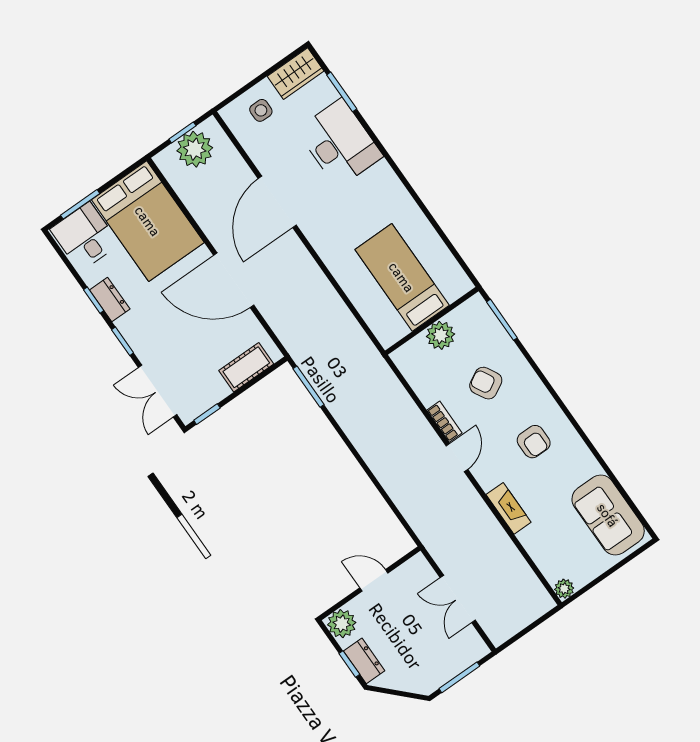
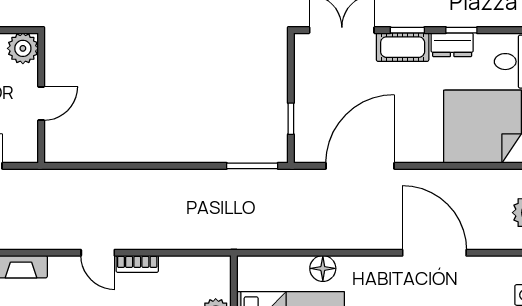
floor lamp: (349, 278) -> (323, 268), added
door: (234, 280) -> (360, 166), moved
cot: (246, 367) -> (403, 47), moved, turned 90
window: (207, 414) -> (291, 119), moved

